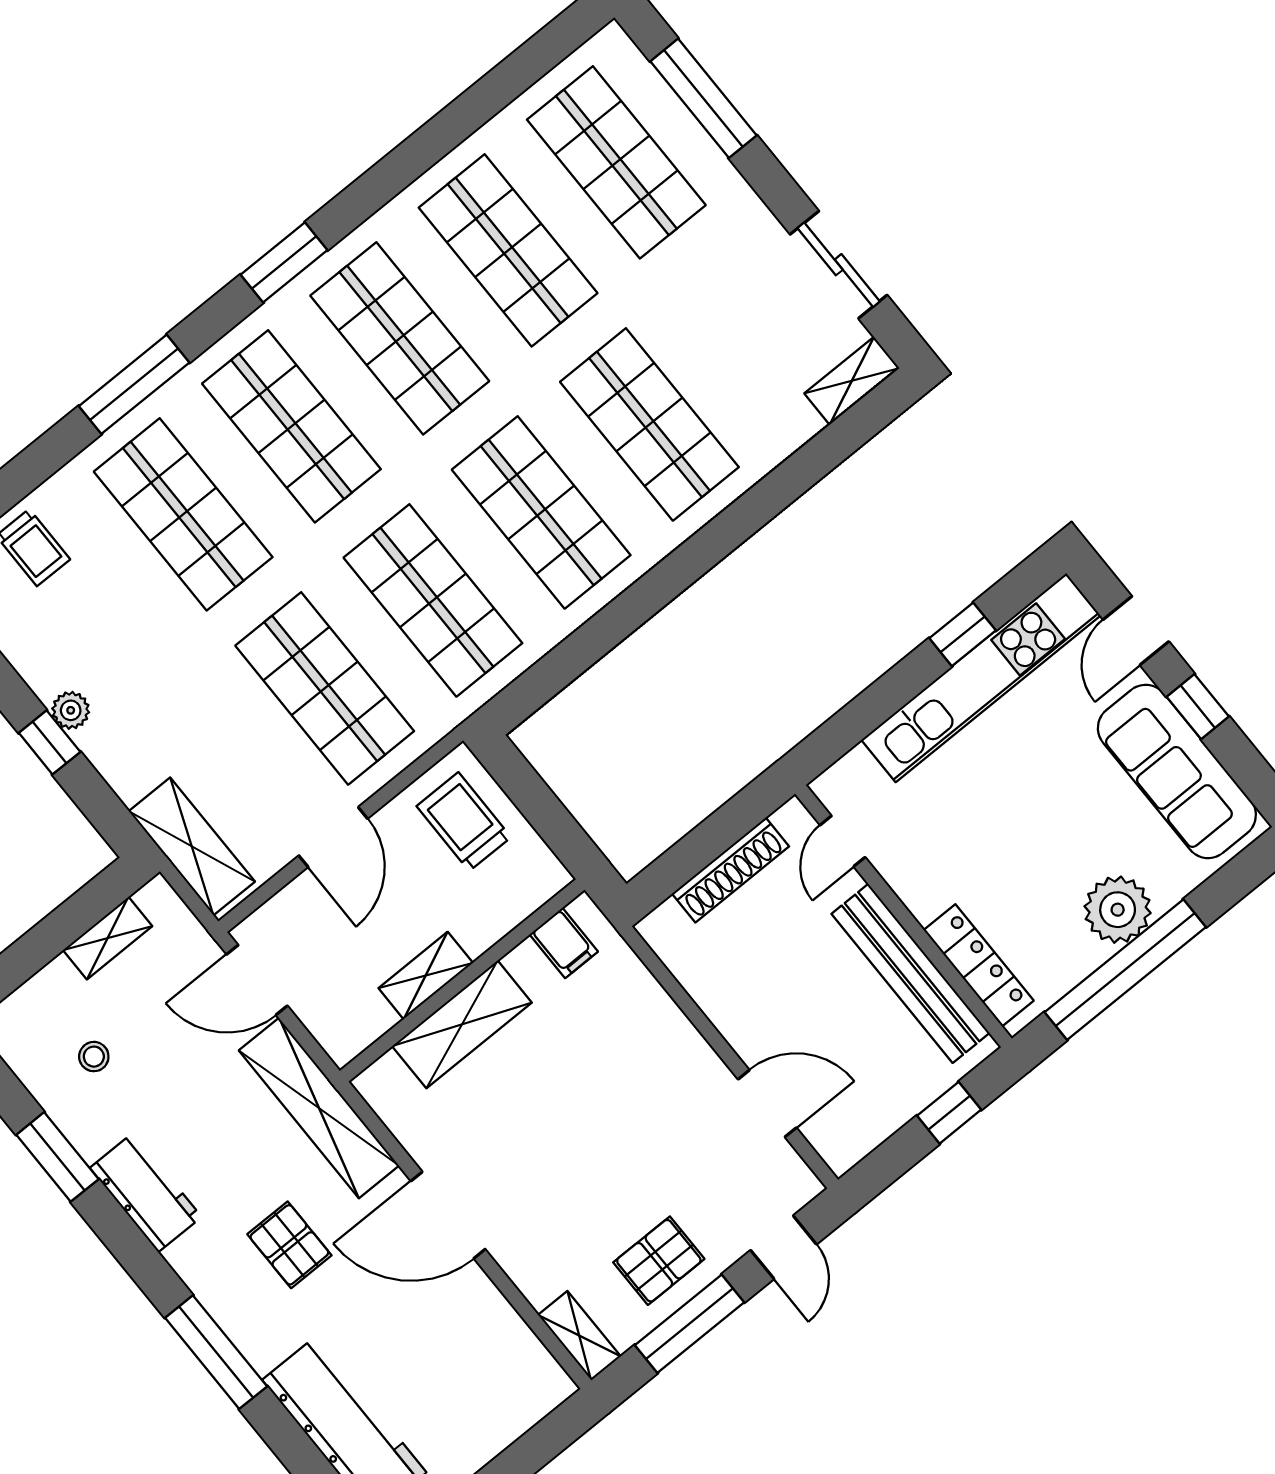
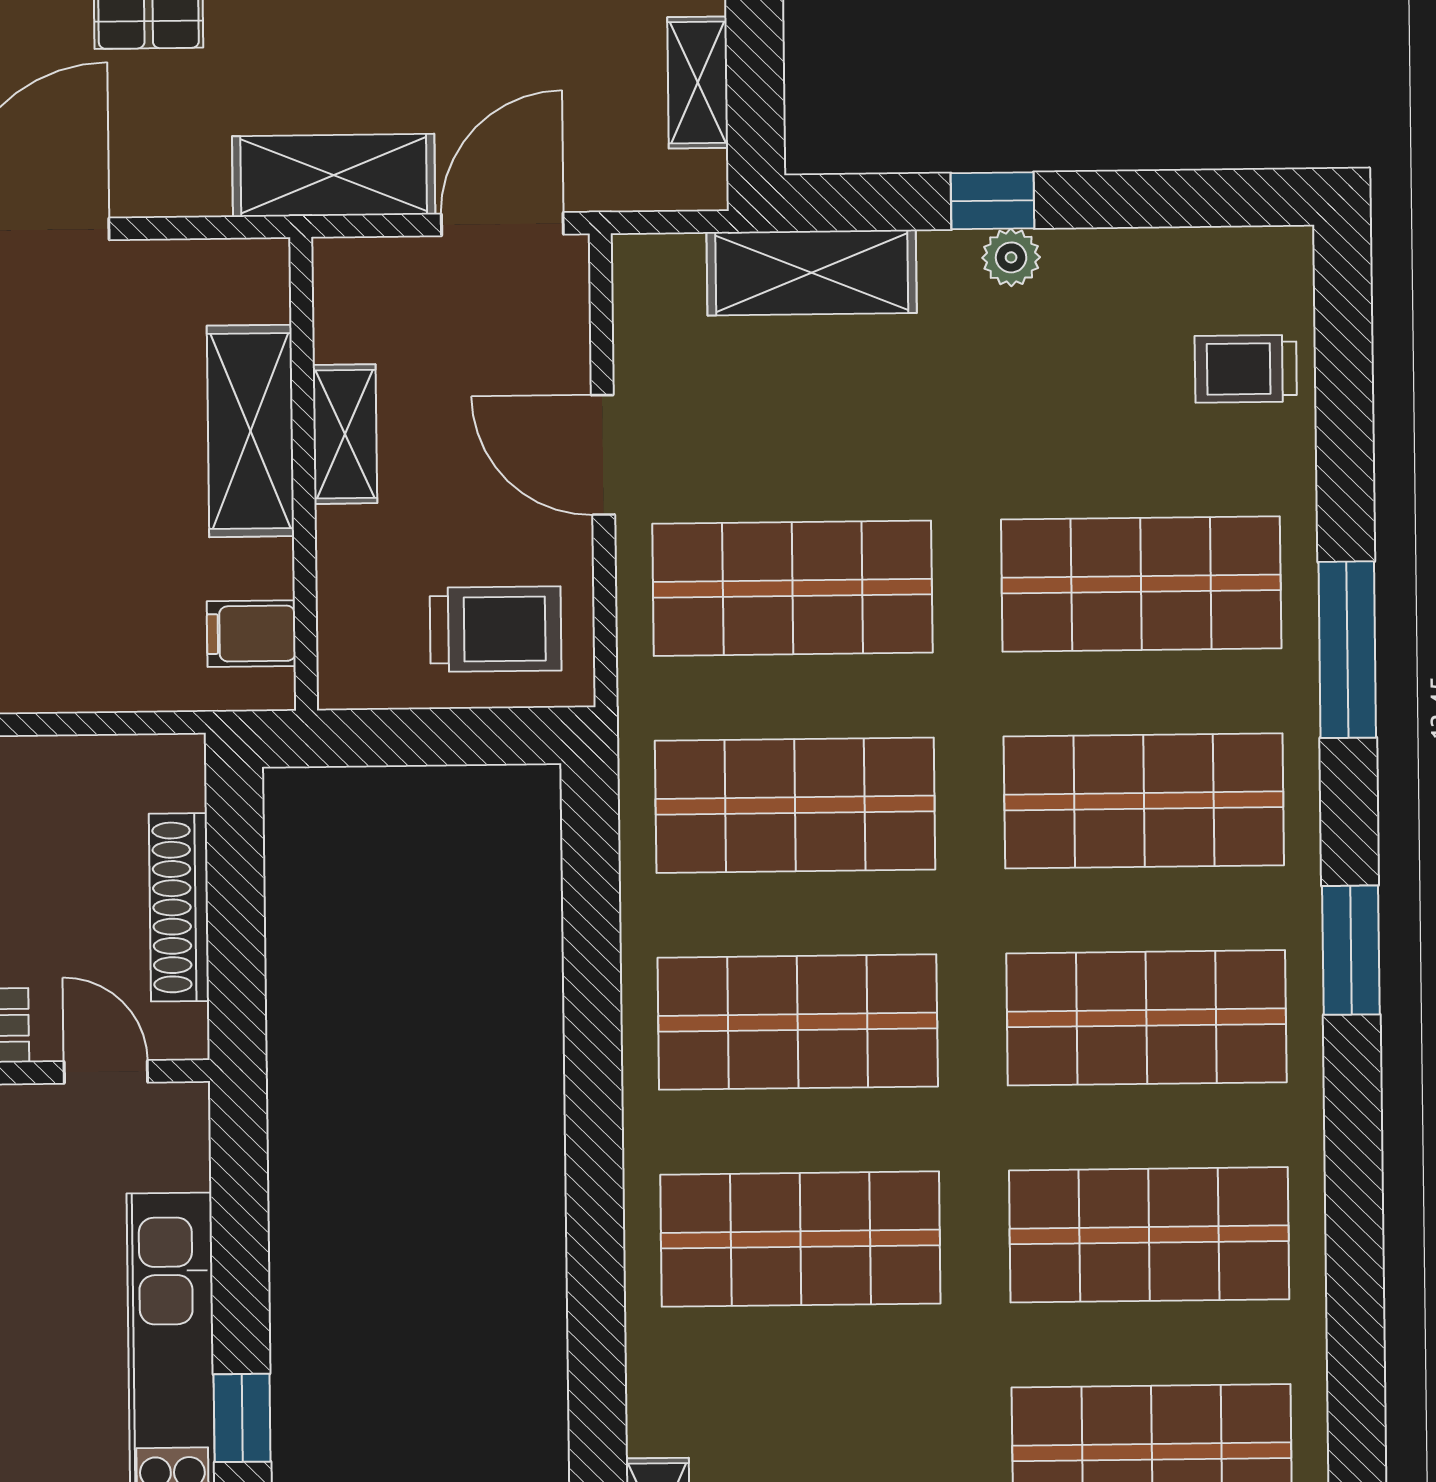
shelving: (192, 846) -> (812, 273), moved
shelving: (319, 1108) -> (334, 175), width x0.68

